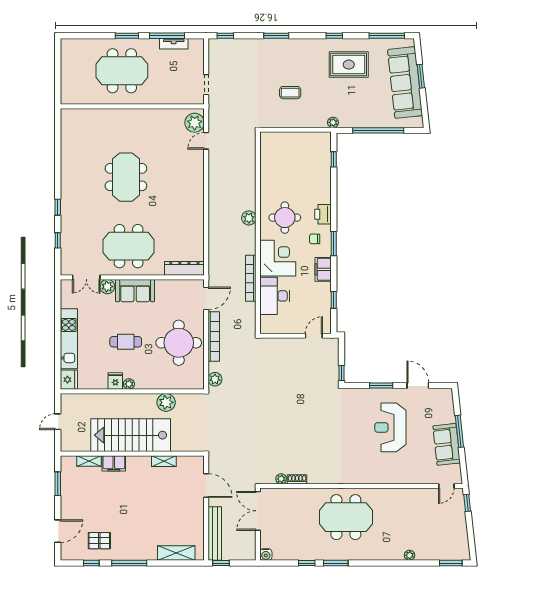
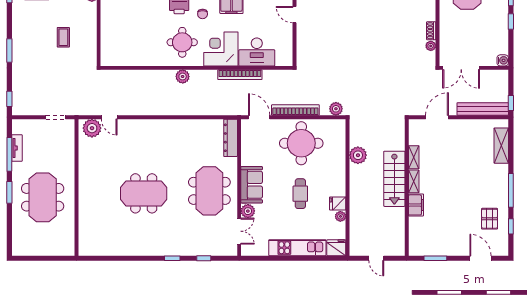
plant: (129, 384) -> (340, 216), moved
stairs: (131, 435) -> (394, 179), width x0.73, depth x0.66
shelving: (89, 461) -> (414, 181), moved

